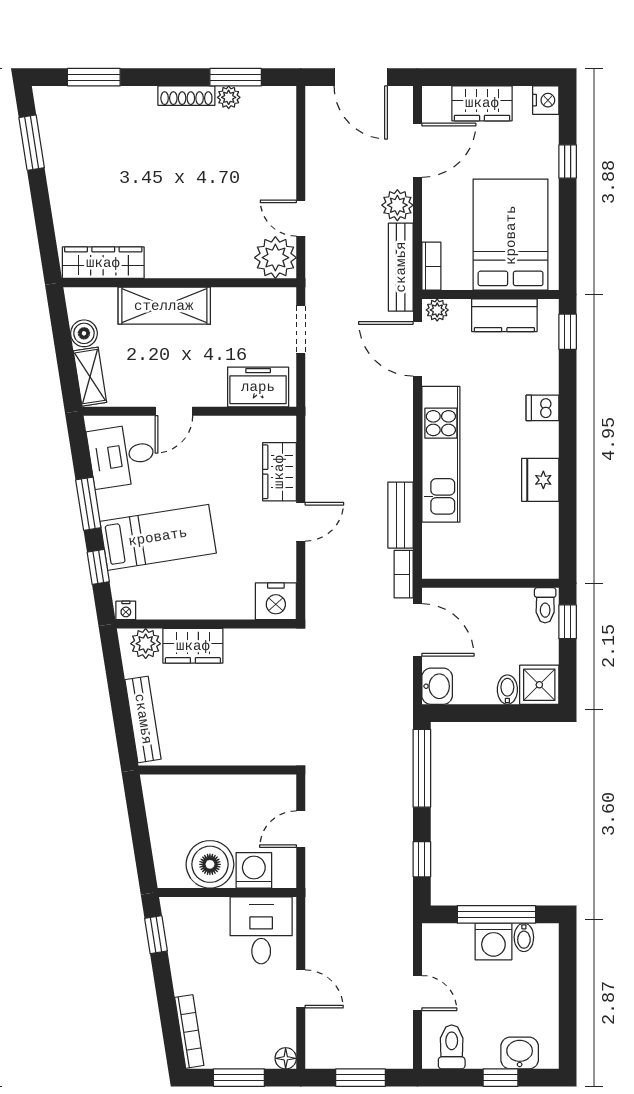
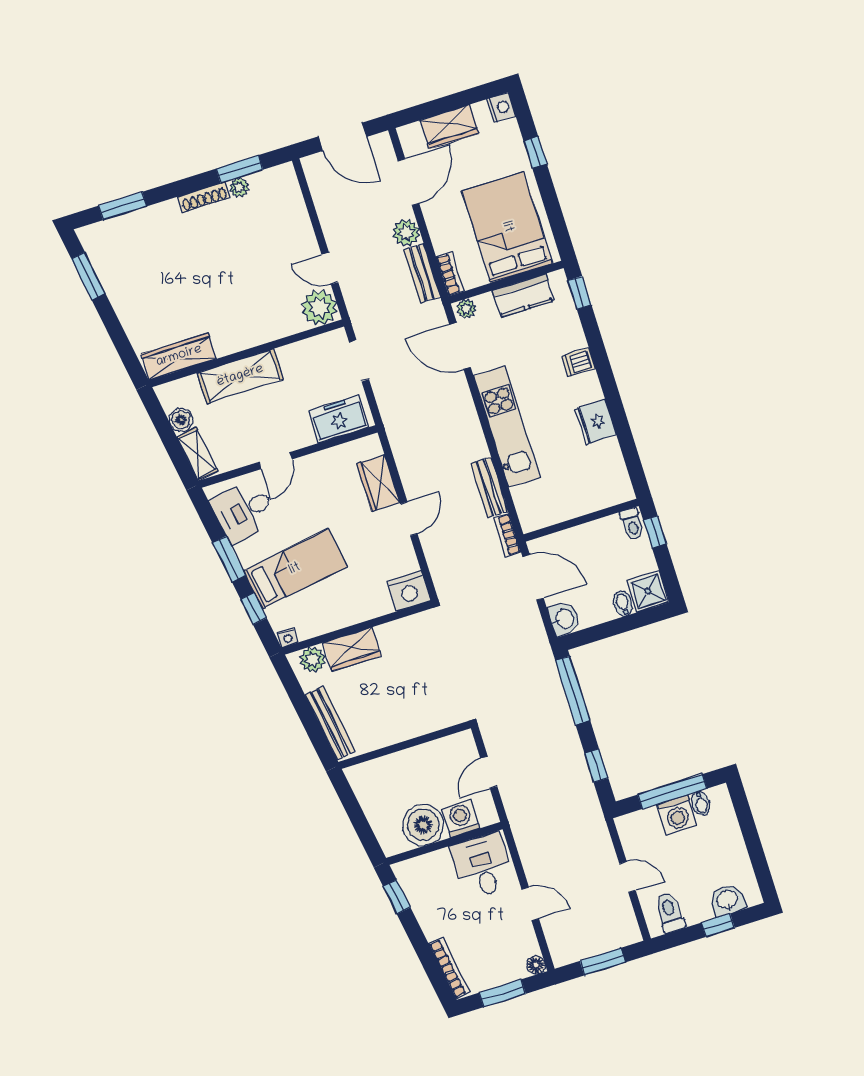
bench: (401, 267) -> (422, 273), width x0.73

